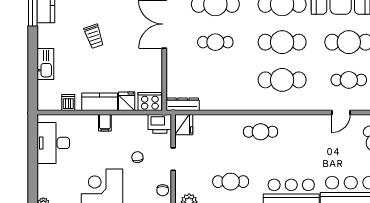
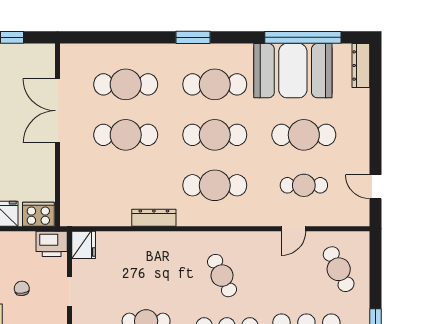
cafe table: (215, 42) -> (126, 135), width x1.37, depth x1.35
dresser: (183, 104) -> (154, 218), moved
cafe table: (261, 132) -> (222, 276), moved, turned 64

